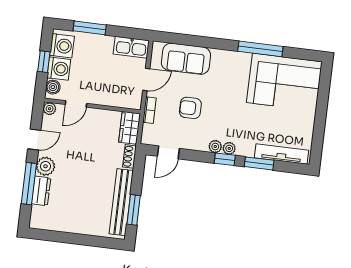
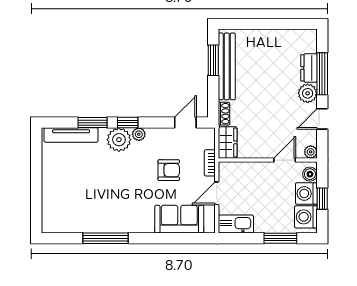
corner sofa: (284, 82) -> (77, 208), removed
plant: (229, 148) -> (119, 140), width x1.88, depth x1.88

